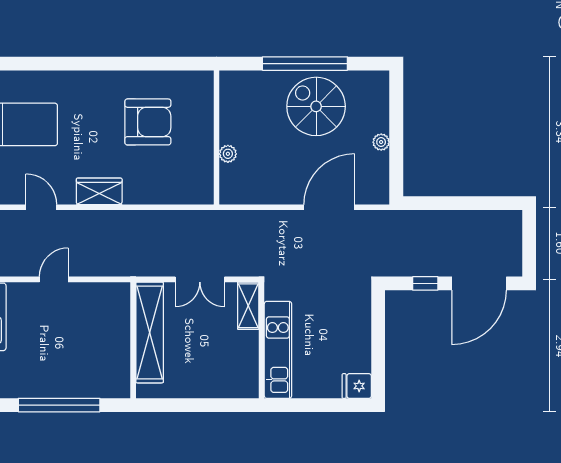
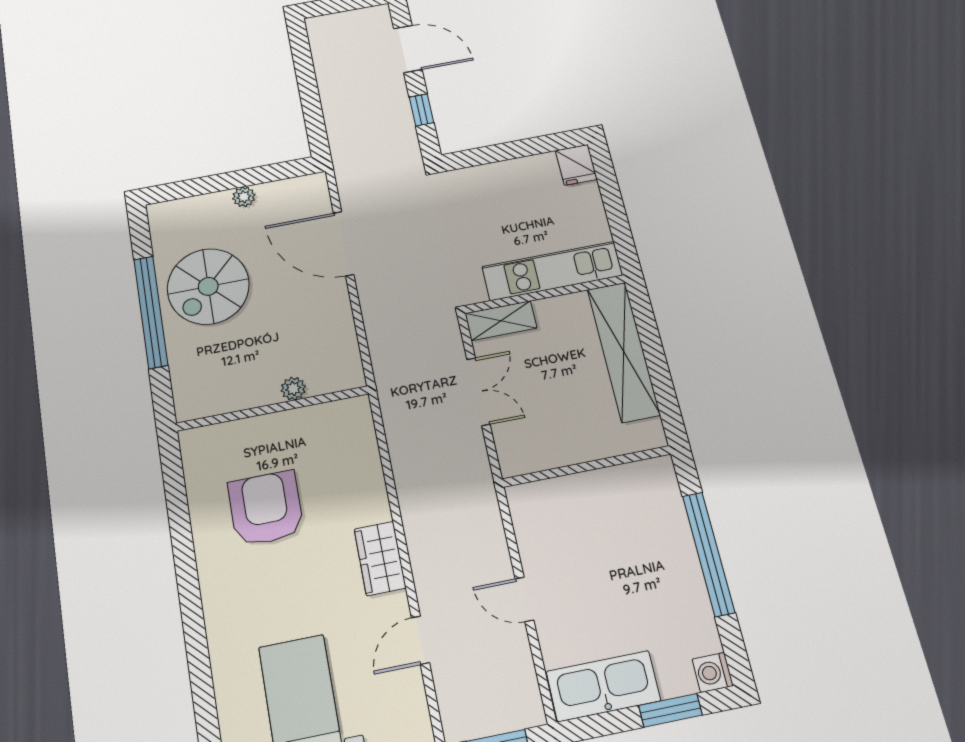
door: (479, 283) -> (408, 49), width x0.73
shelving: (150, 332) -> (623, 351), moved, turned 90

